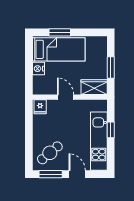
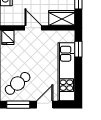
window: (111, 130) -> (78, 49), moved
door: (77, 174) -> (45, 105), hinge flipped

